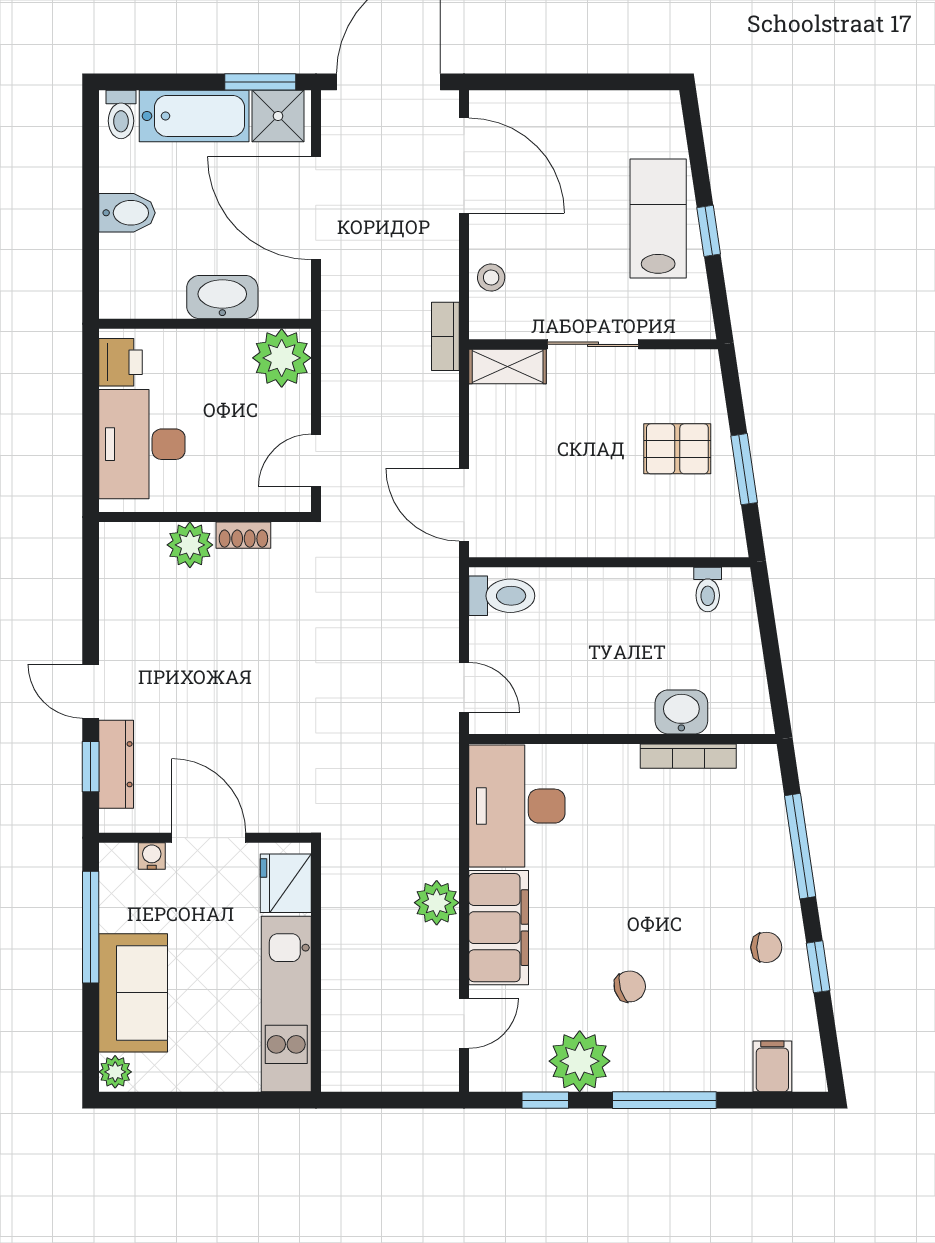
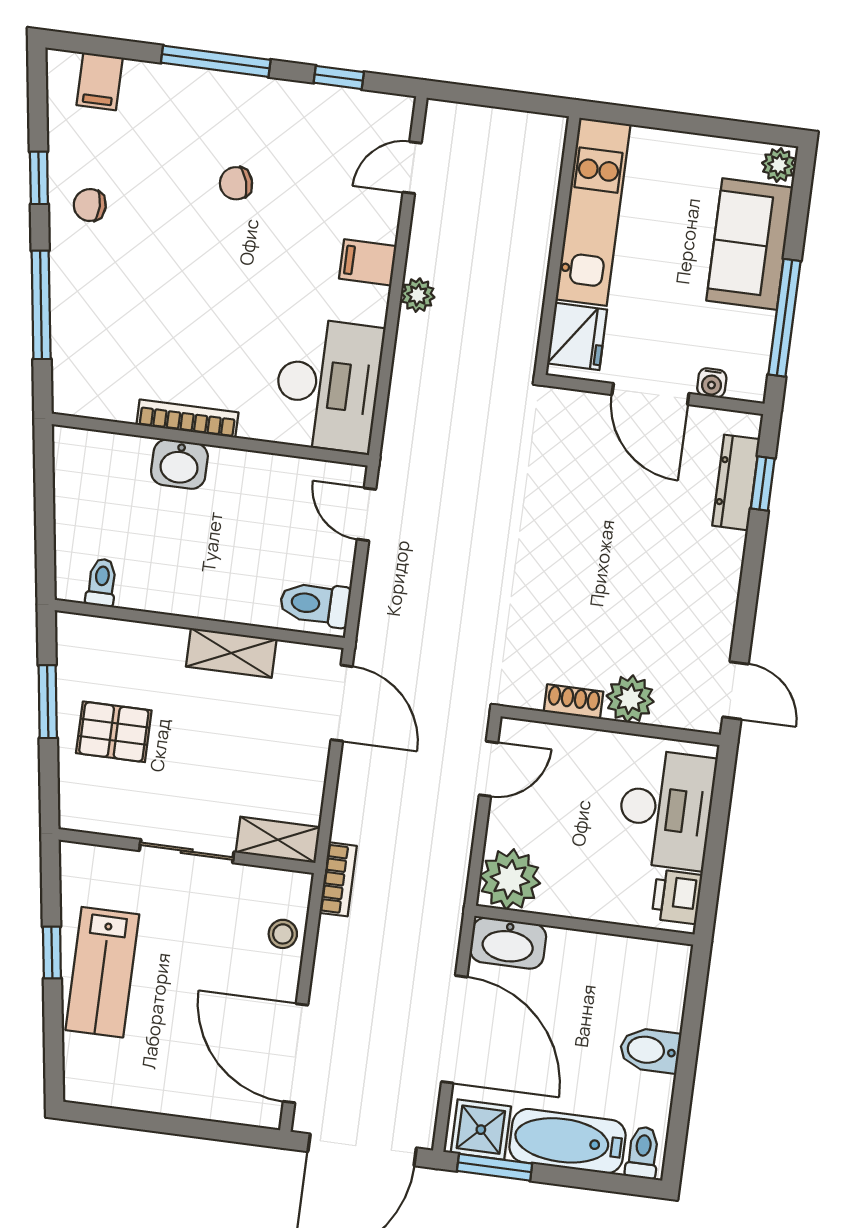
washbasin: (222, 297) -> (508, 943), moved
shelving: (575, 539) -> (231, 653), added
door: (91, 691) -> (735, 690), moved
washbasin: (681, 712) -> (179, 464), moved
bookcase: (688, 756) -> (187, 419), moved
plant: (437, 903) -> (418, 295), width x0.73, depth x0.73
filing cabinet: (499, 928) -> (368, 262), width x0.33, depth x0.86
plant: (580, 1061) -> (298, 113), removed

